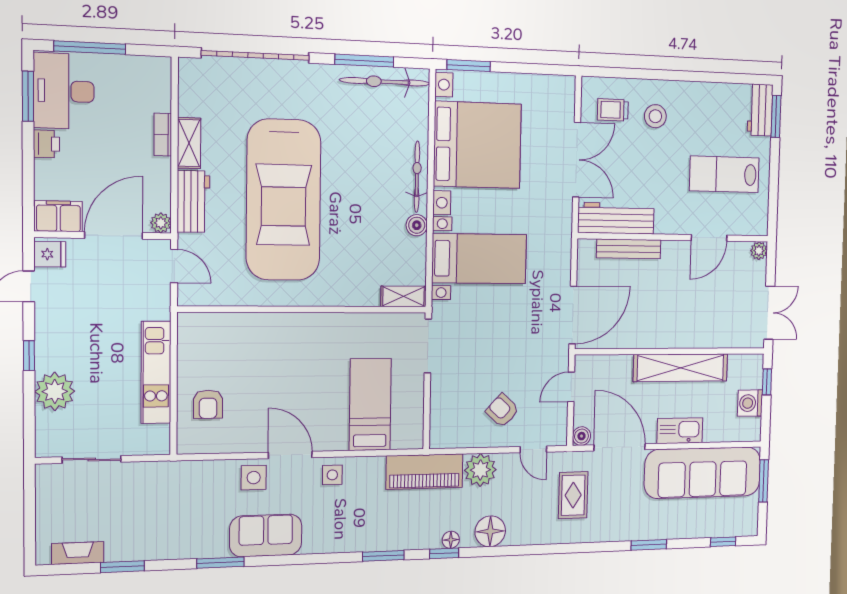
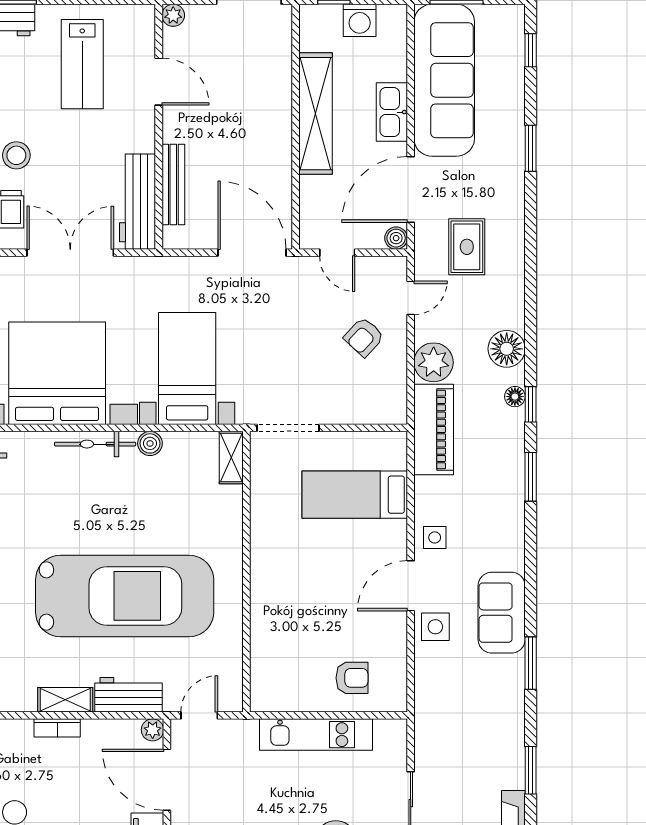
rug: (573, 495) -> (467, 247), turned 90

